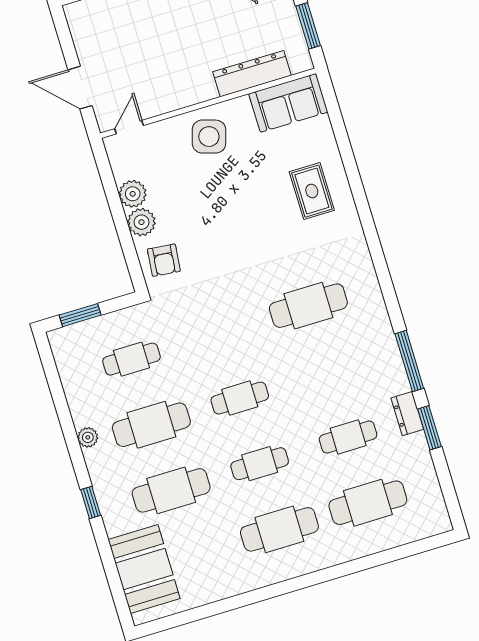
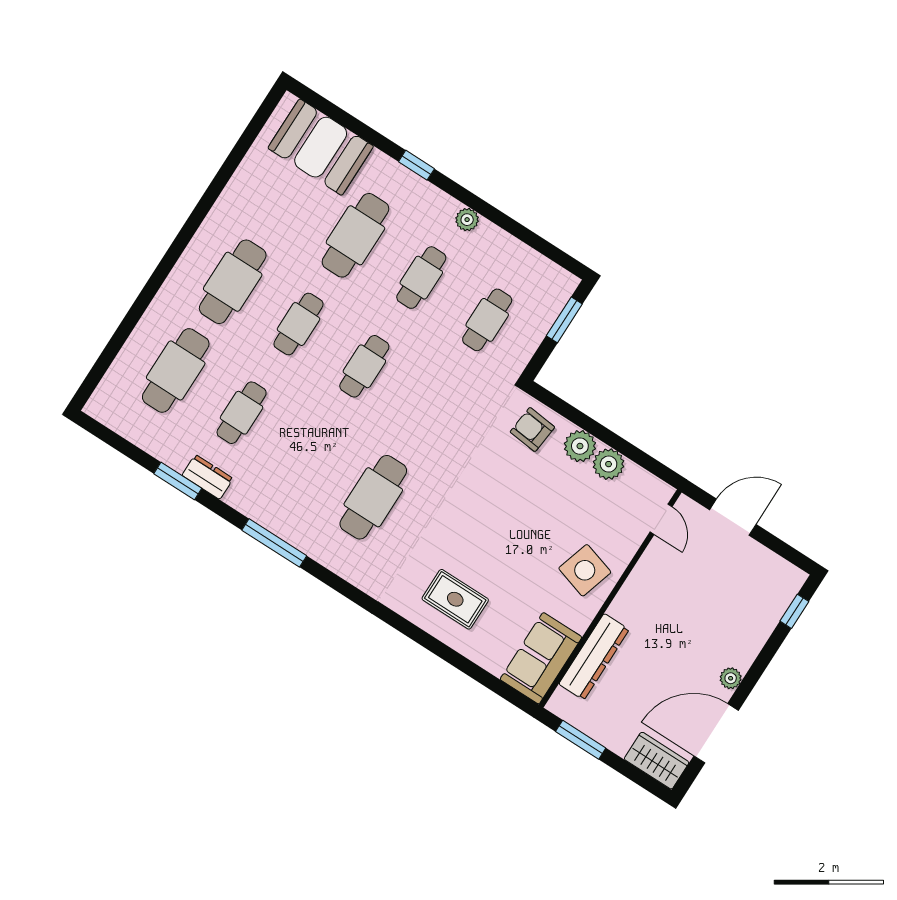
window: (409, 361) -> (274, 543), moved
cafe table: (151, 425) -> (421, 278), width x0.73, depth x0.74

